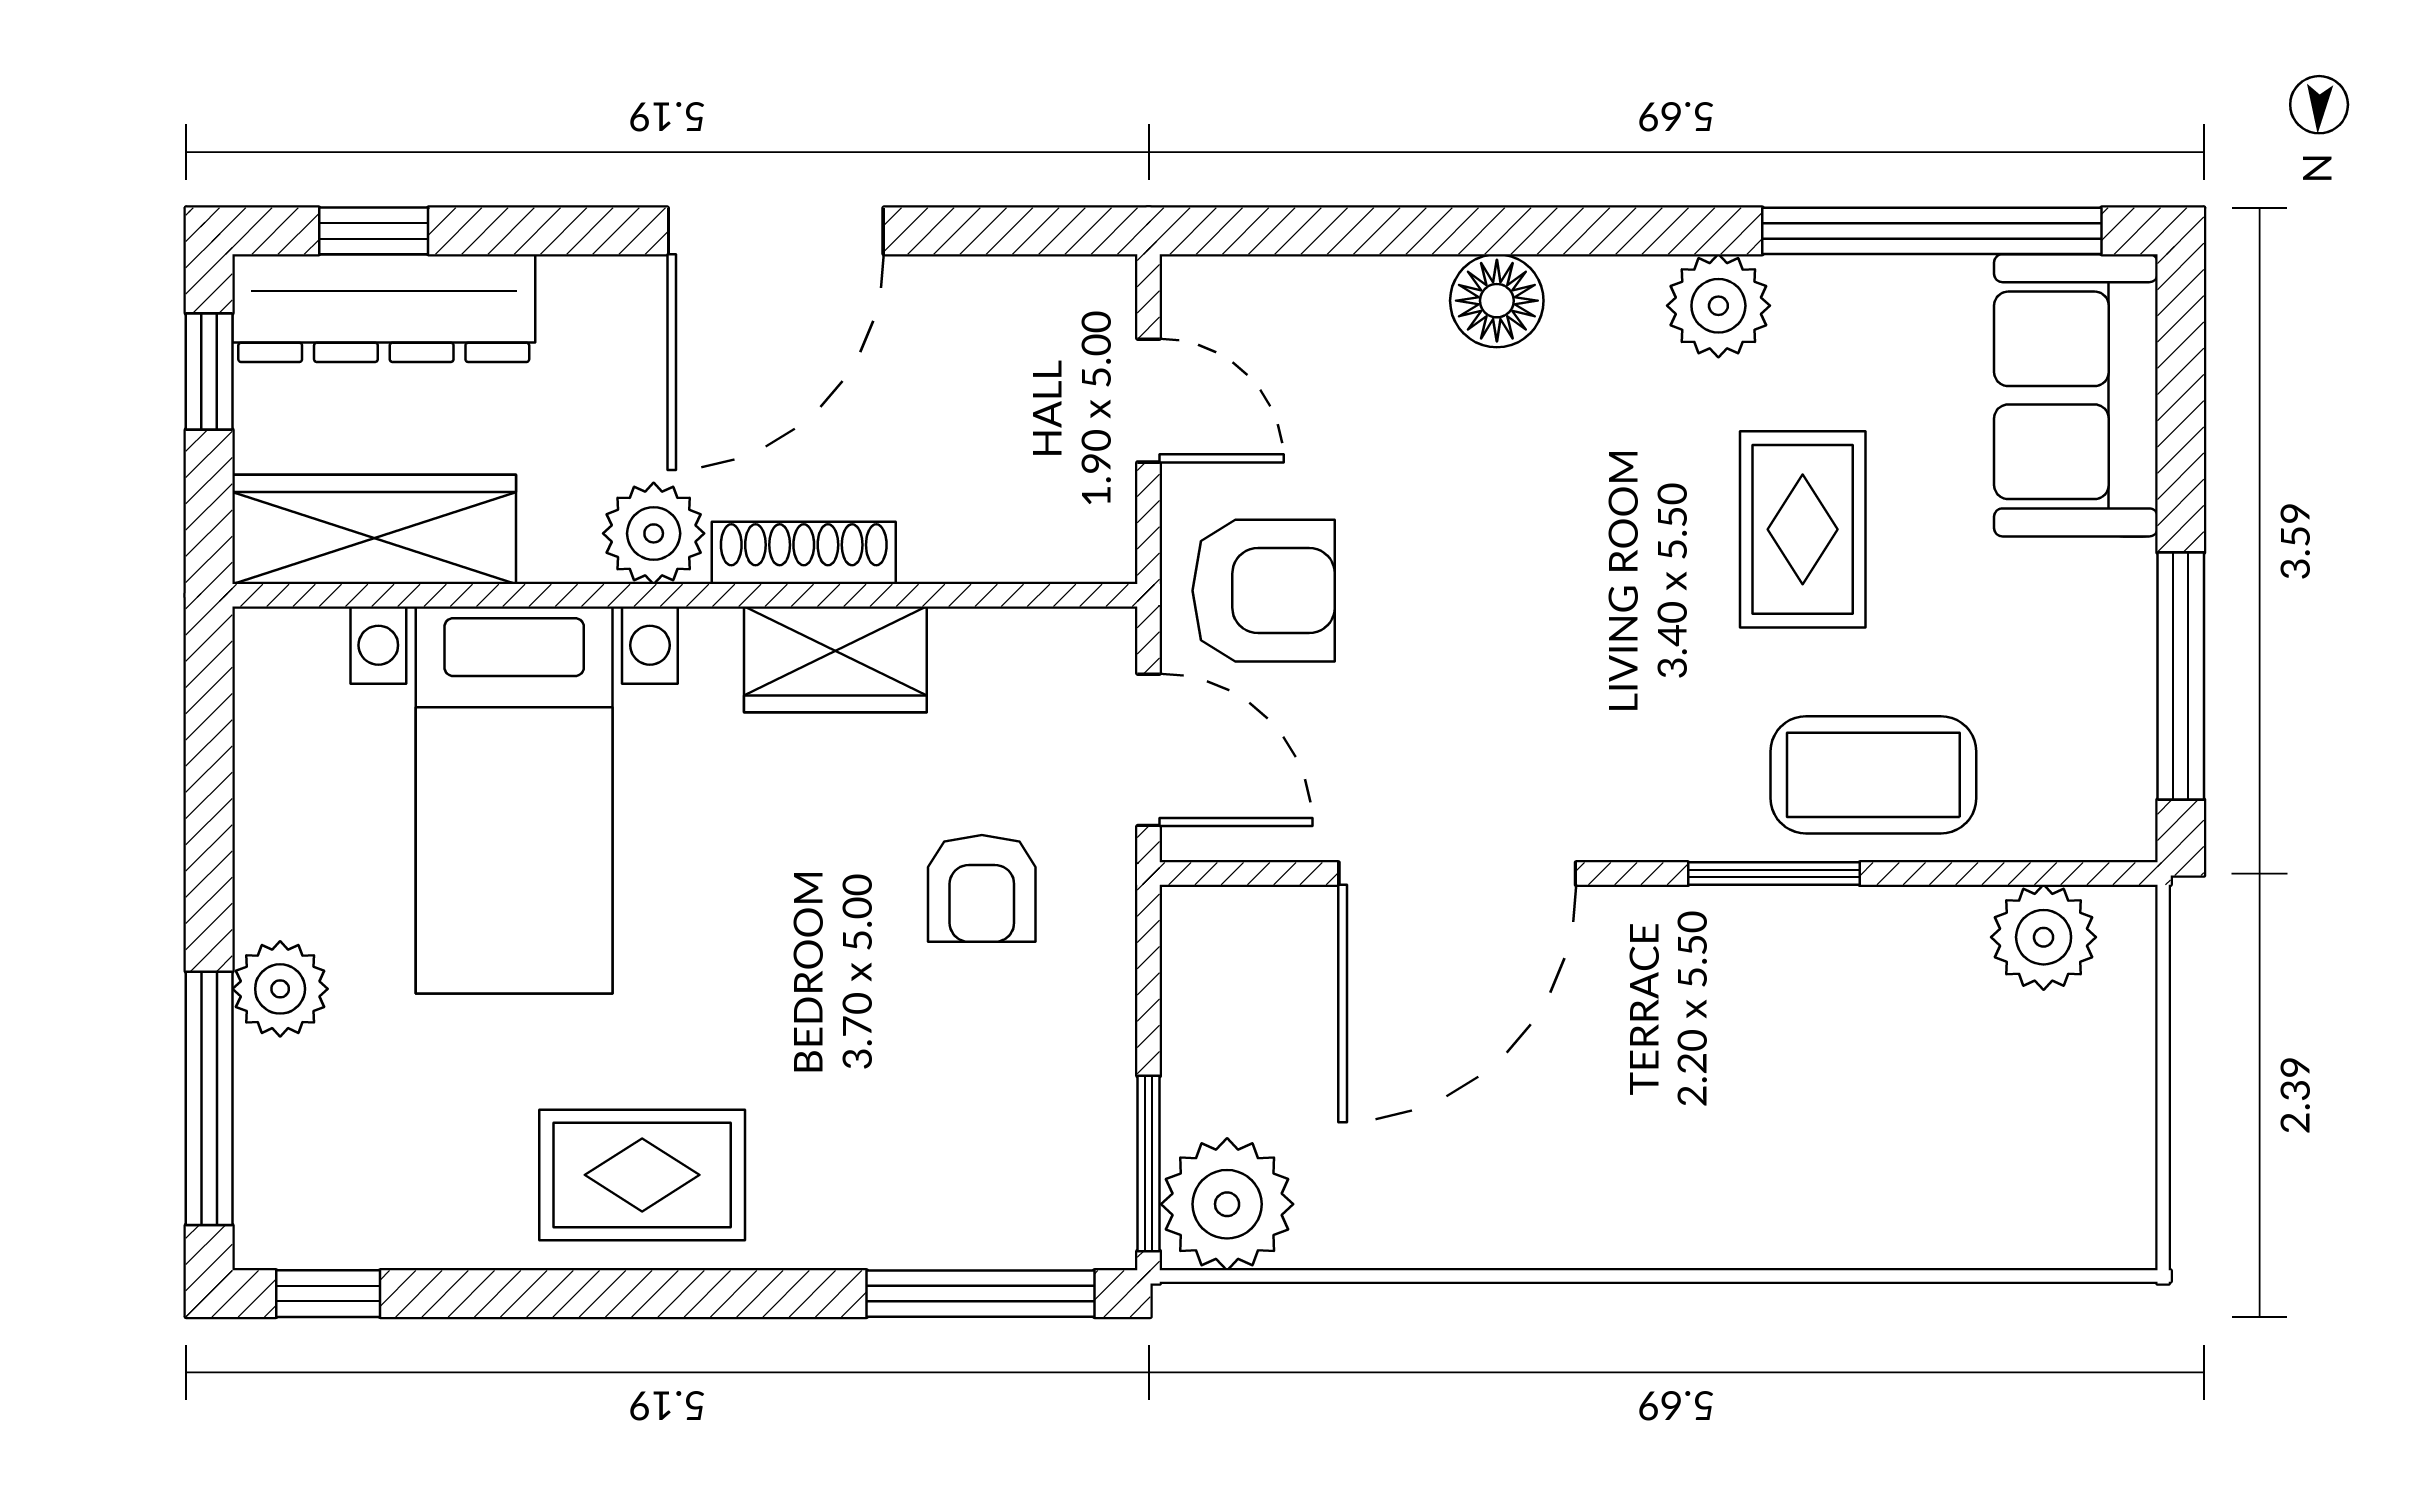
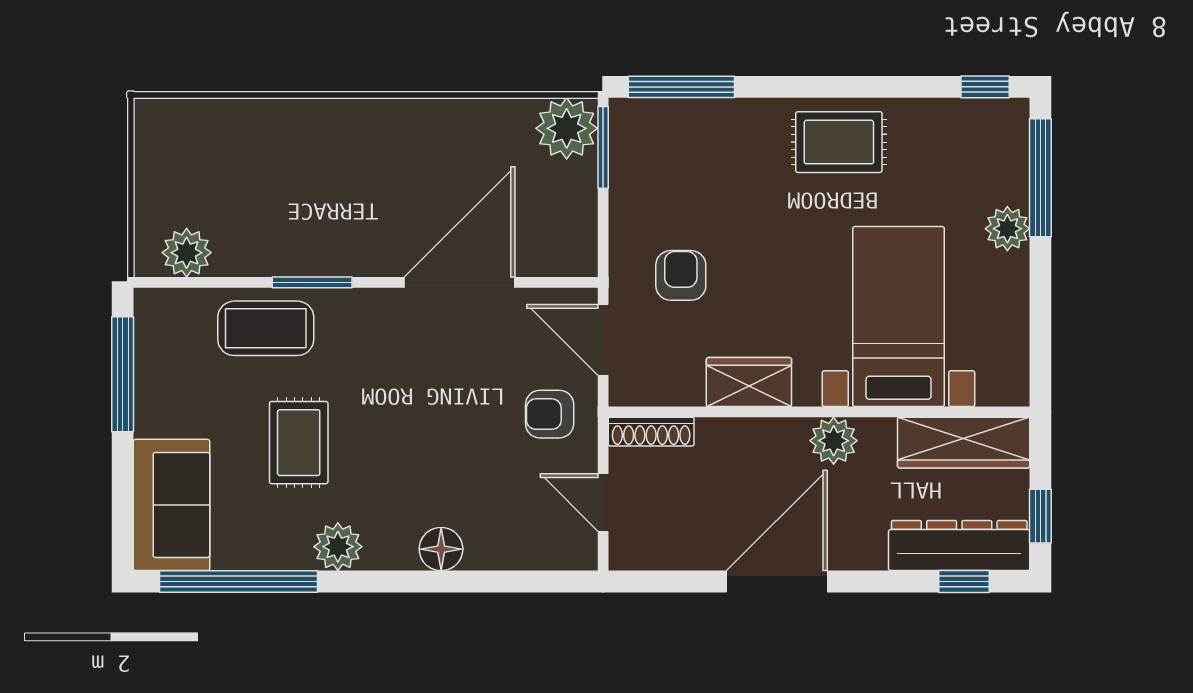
shoe rack: (804, 553) -> (651, 432), moved
armchair: (1264, 591) -> (550, 414), width x0.72, depth x0.72

